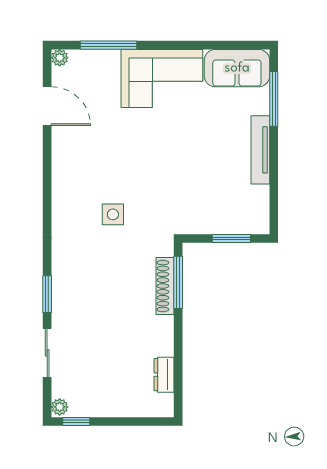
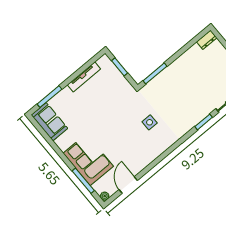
corner sofa: (162, 78) -> (88, 160), moved
tv unit: (260, 150) -> (84, 77), moved
shoe rack: (165, 286) -> (161, 77), removed
dresser: (164, 375) -> (207, 40), moved

